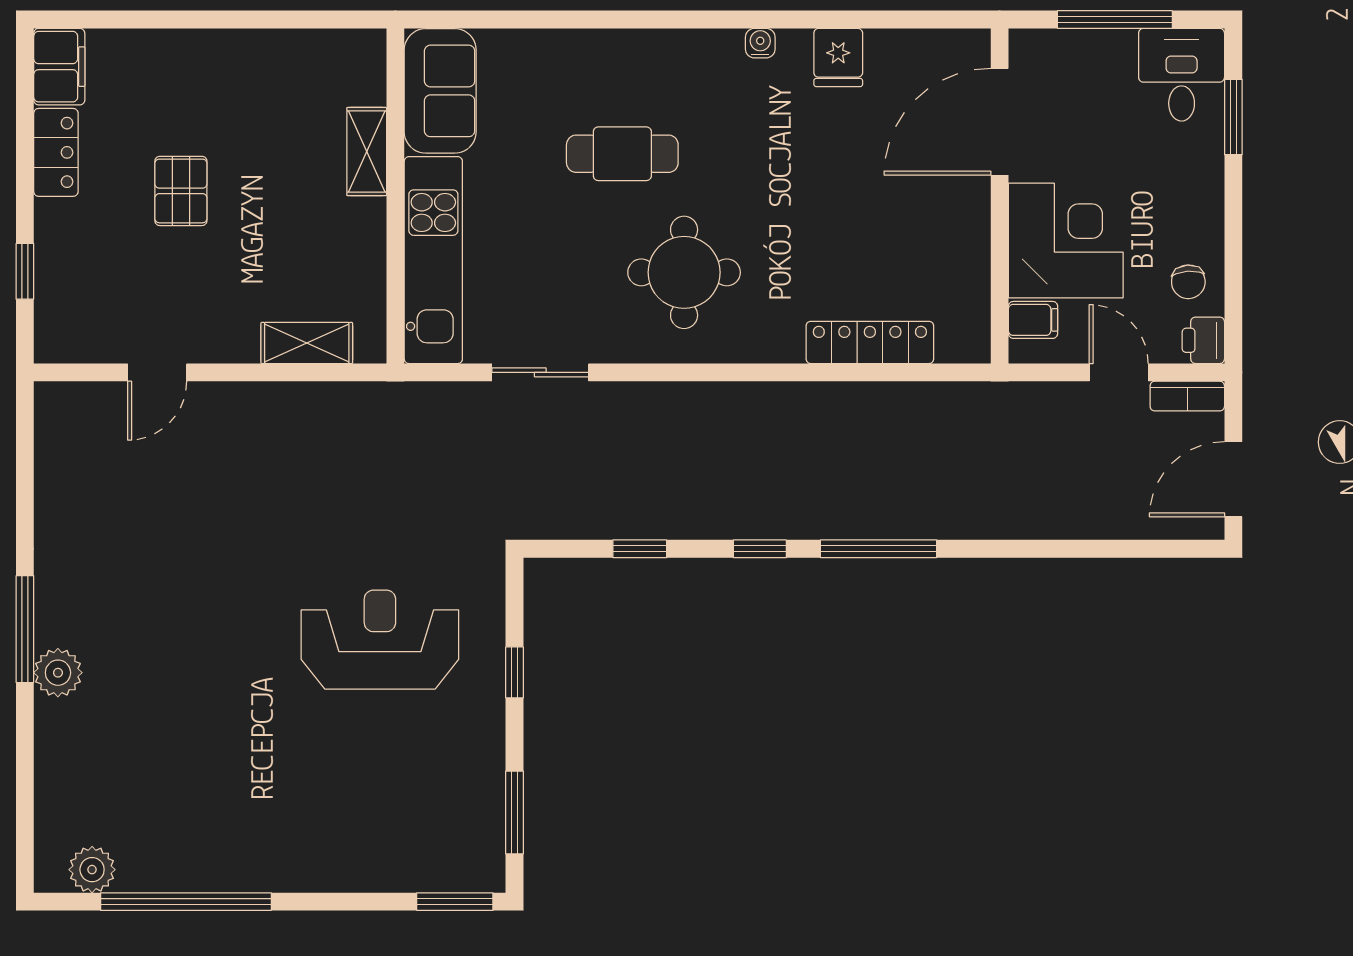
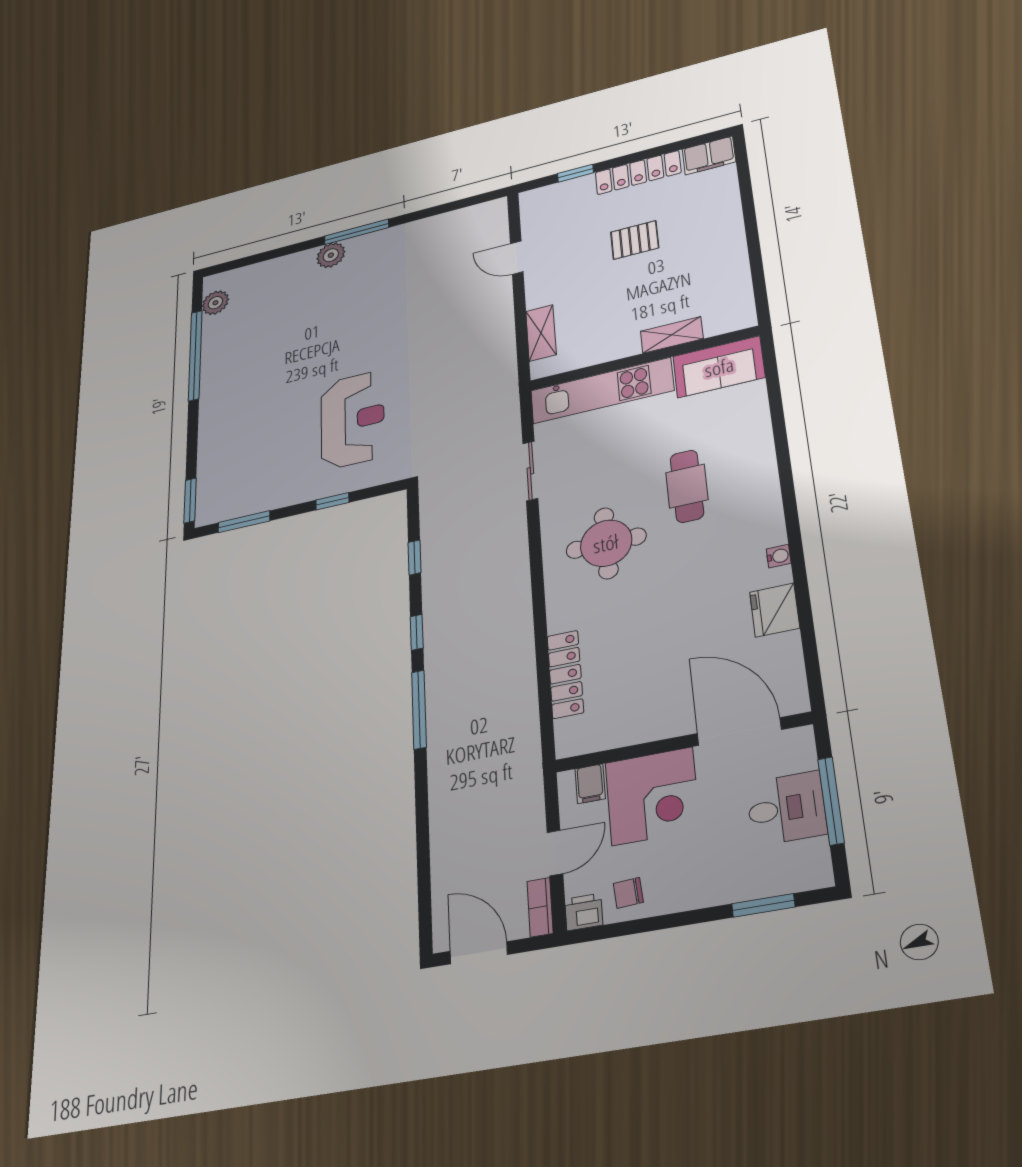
fridge: (838, 57) -> (775, 610), width x1.38
desk: (1182, 75) -> (786, 808), moved
locker: (56, 152) -> (638, 173), width x1.53

